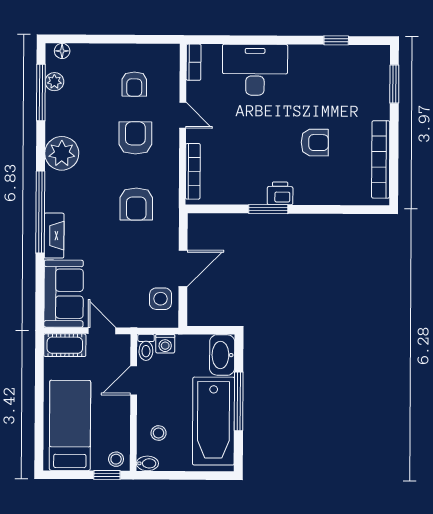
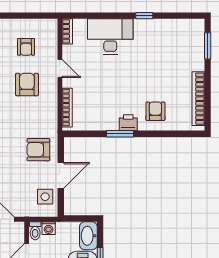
window: (336, 40) -> (144, 16), moved
armchair: (315, 143) -> (155, 111), moved, turned -90
armchair: (136, 204) -> (38, 150), moved, turned 90

